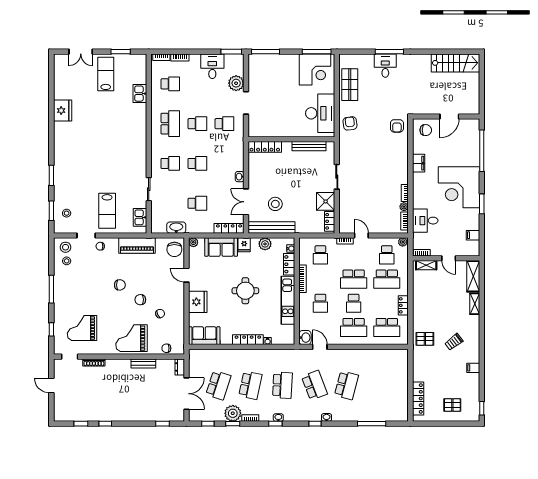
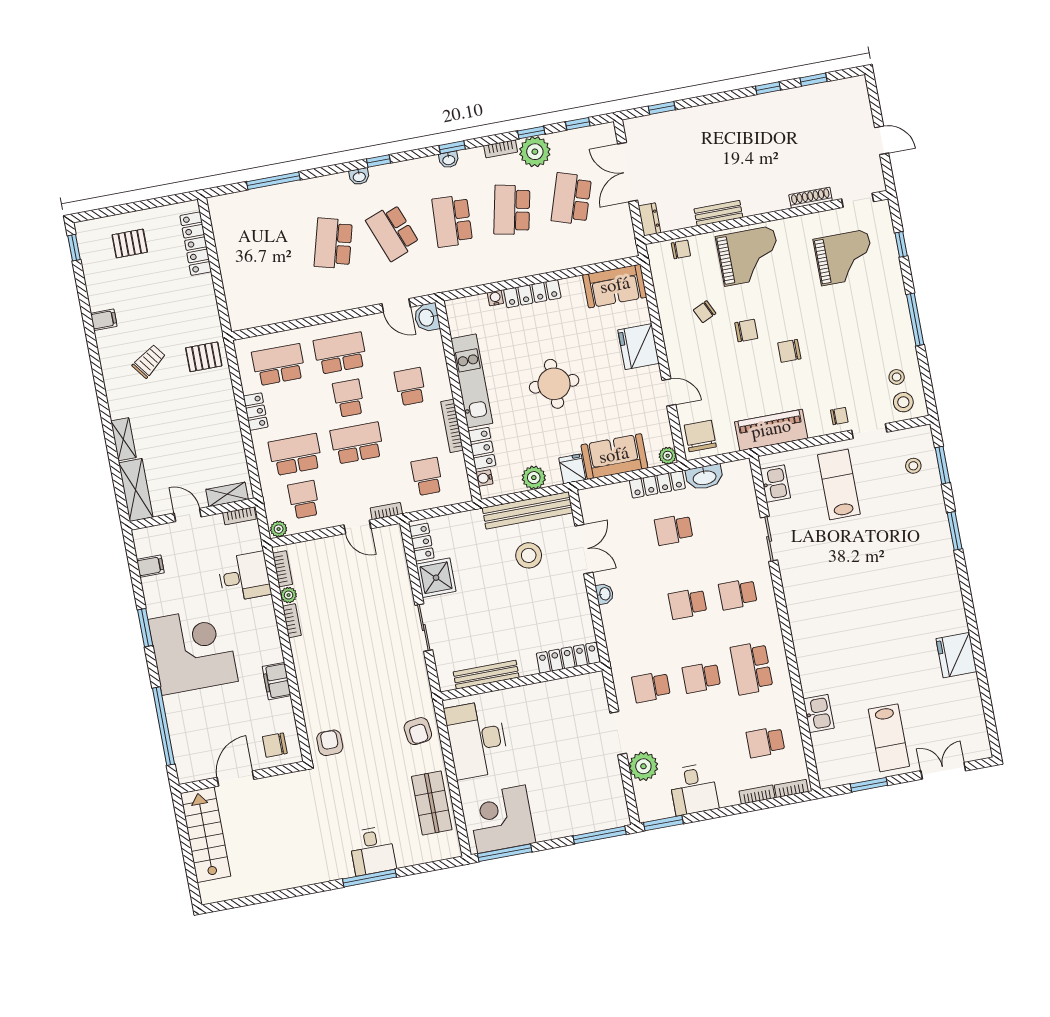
stairs: (455, 63) -> (206, 835), moved, turned 90
locker: (229, 228) -> (657, 484), moved

